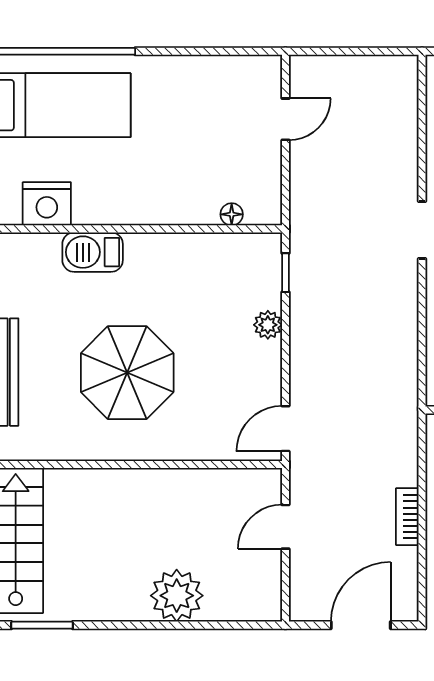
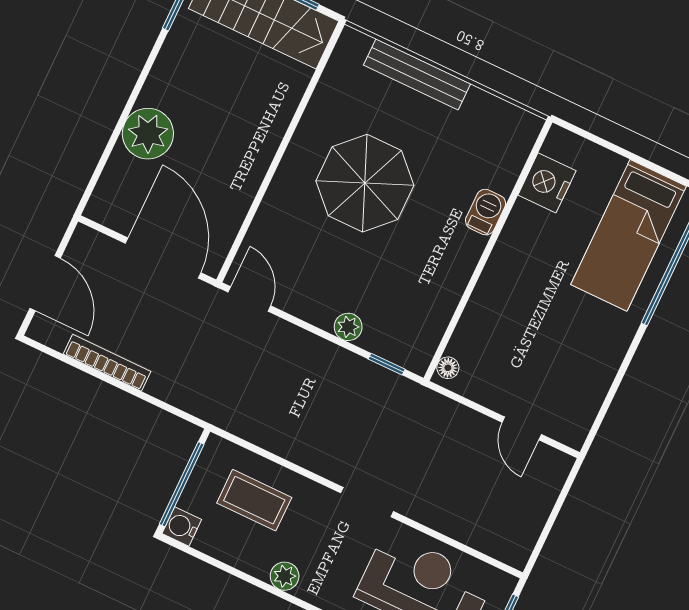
floor lamp: (232, 214) -> (448, 368), moved
barbecue: (93, 252) -> (486, 212), width x0.73, depth x0.79
bookcase: (407, 517) -> (107, 363), width x1.56
door: (285, 527) -> (163, 258), width x1.87

